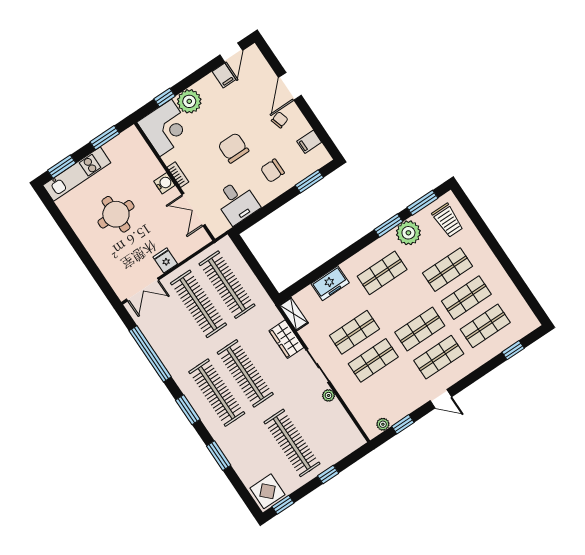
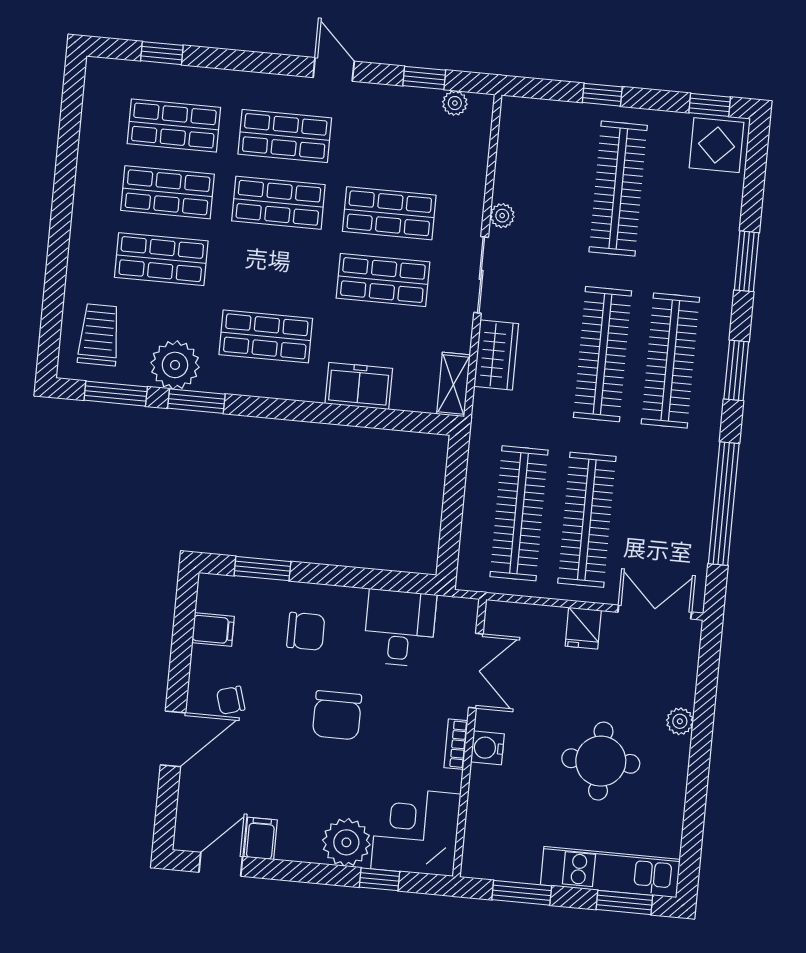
plant: (98, 255) -> (680, 721), added

